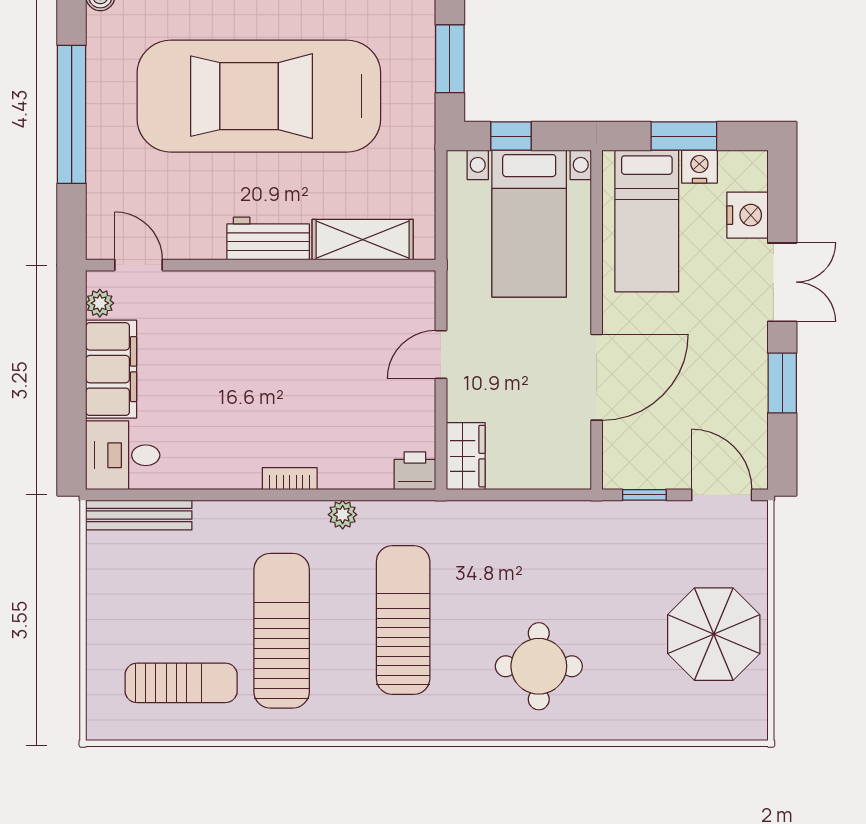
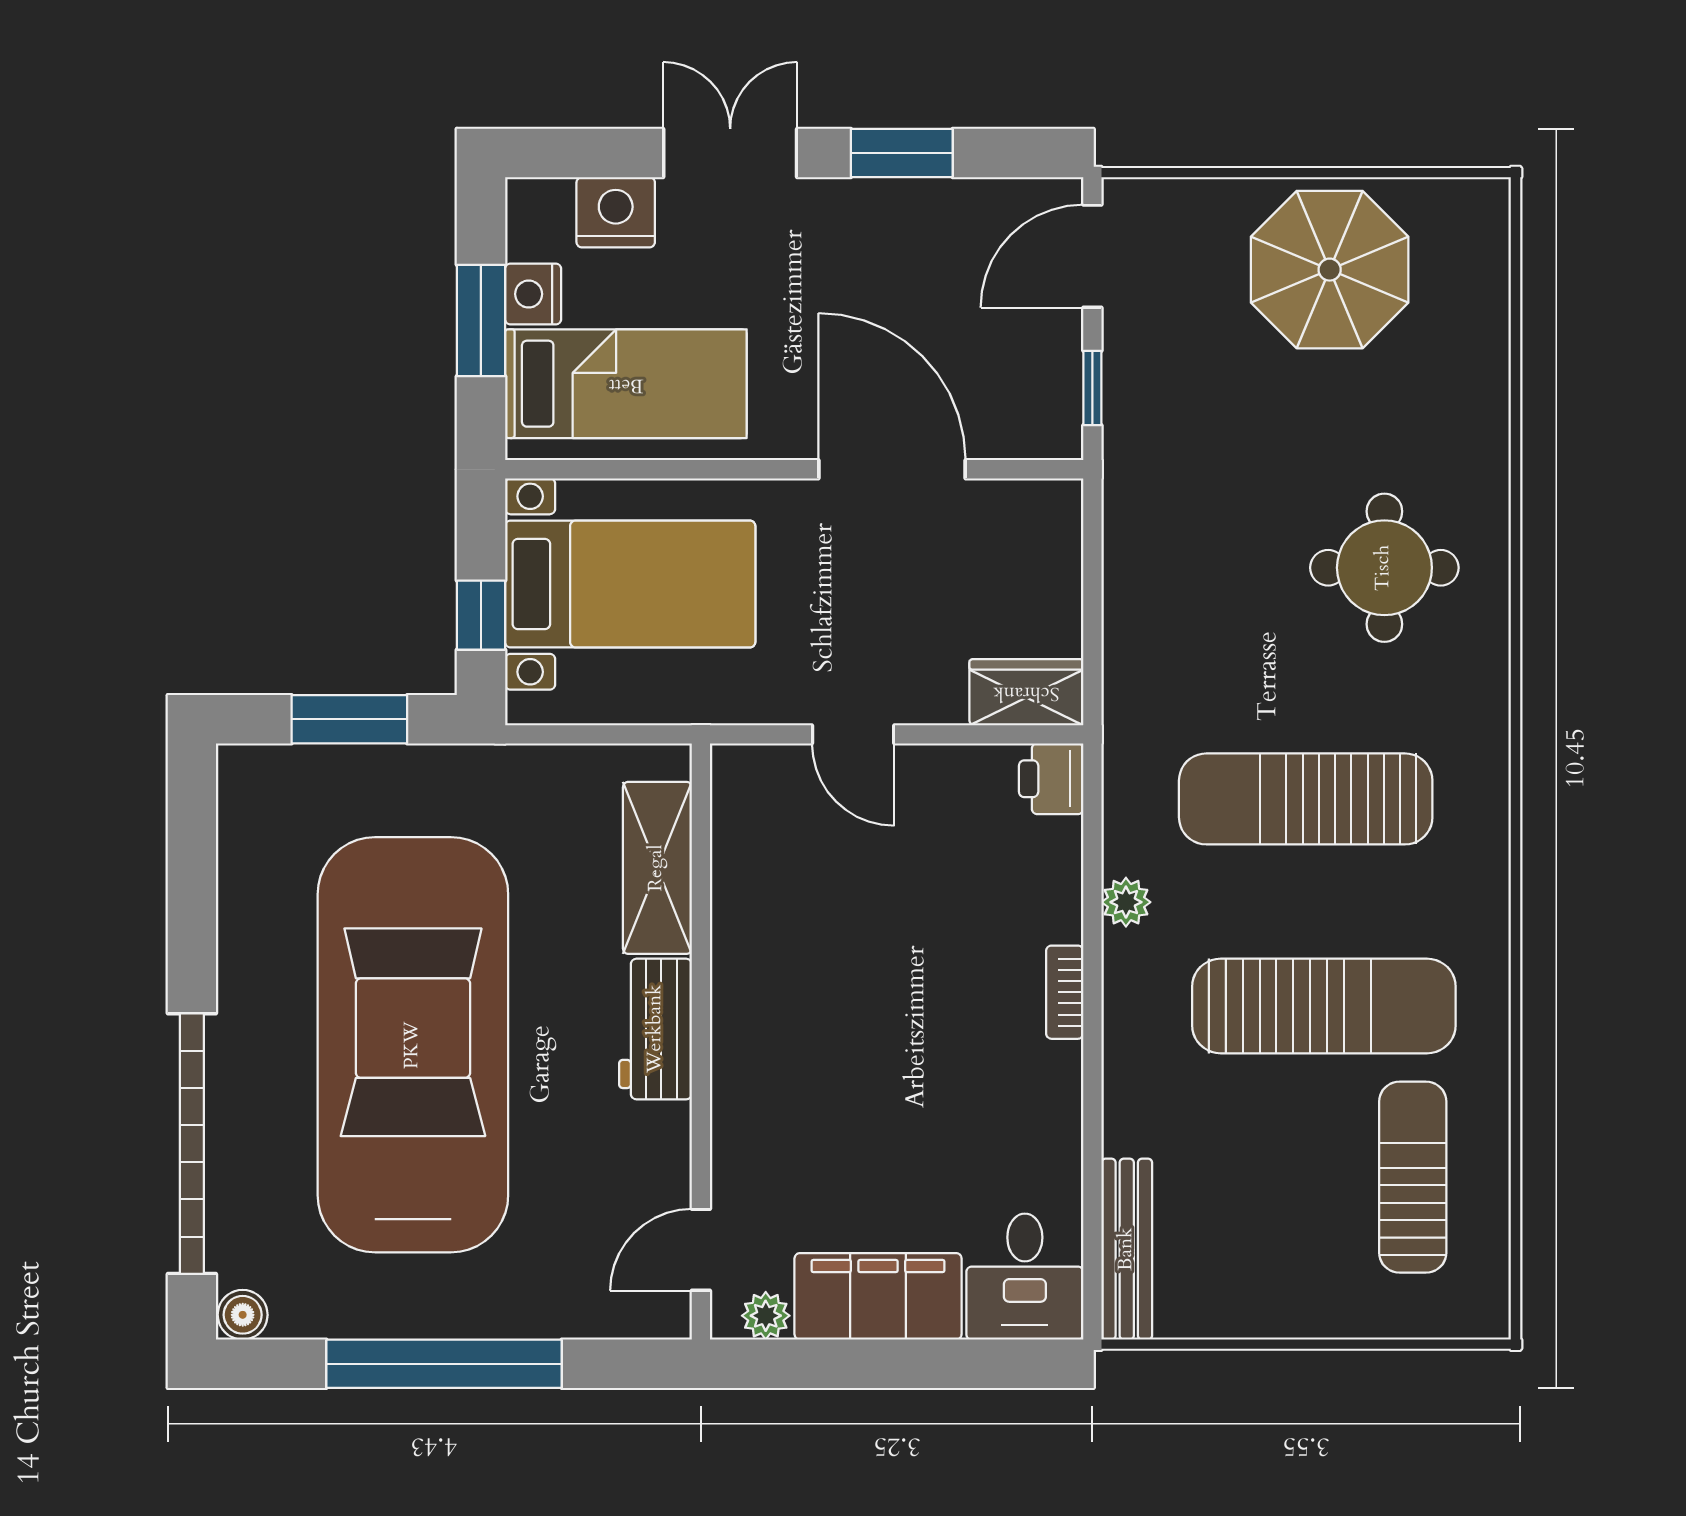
car: (259, 96) -> (413, 1045), turned 180
sun lounger: (282, 631) -> (1324, 1006), turned 180

